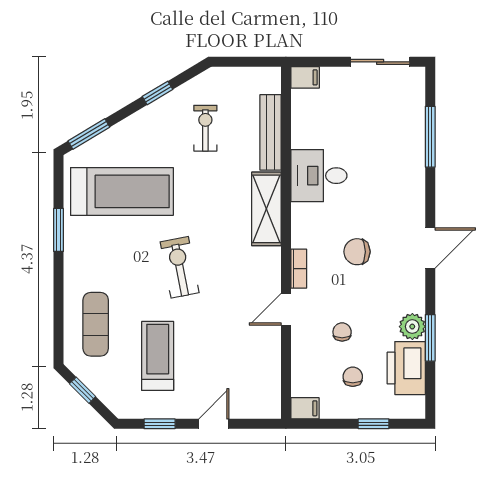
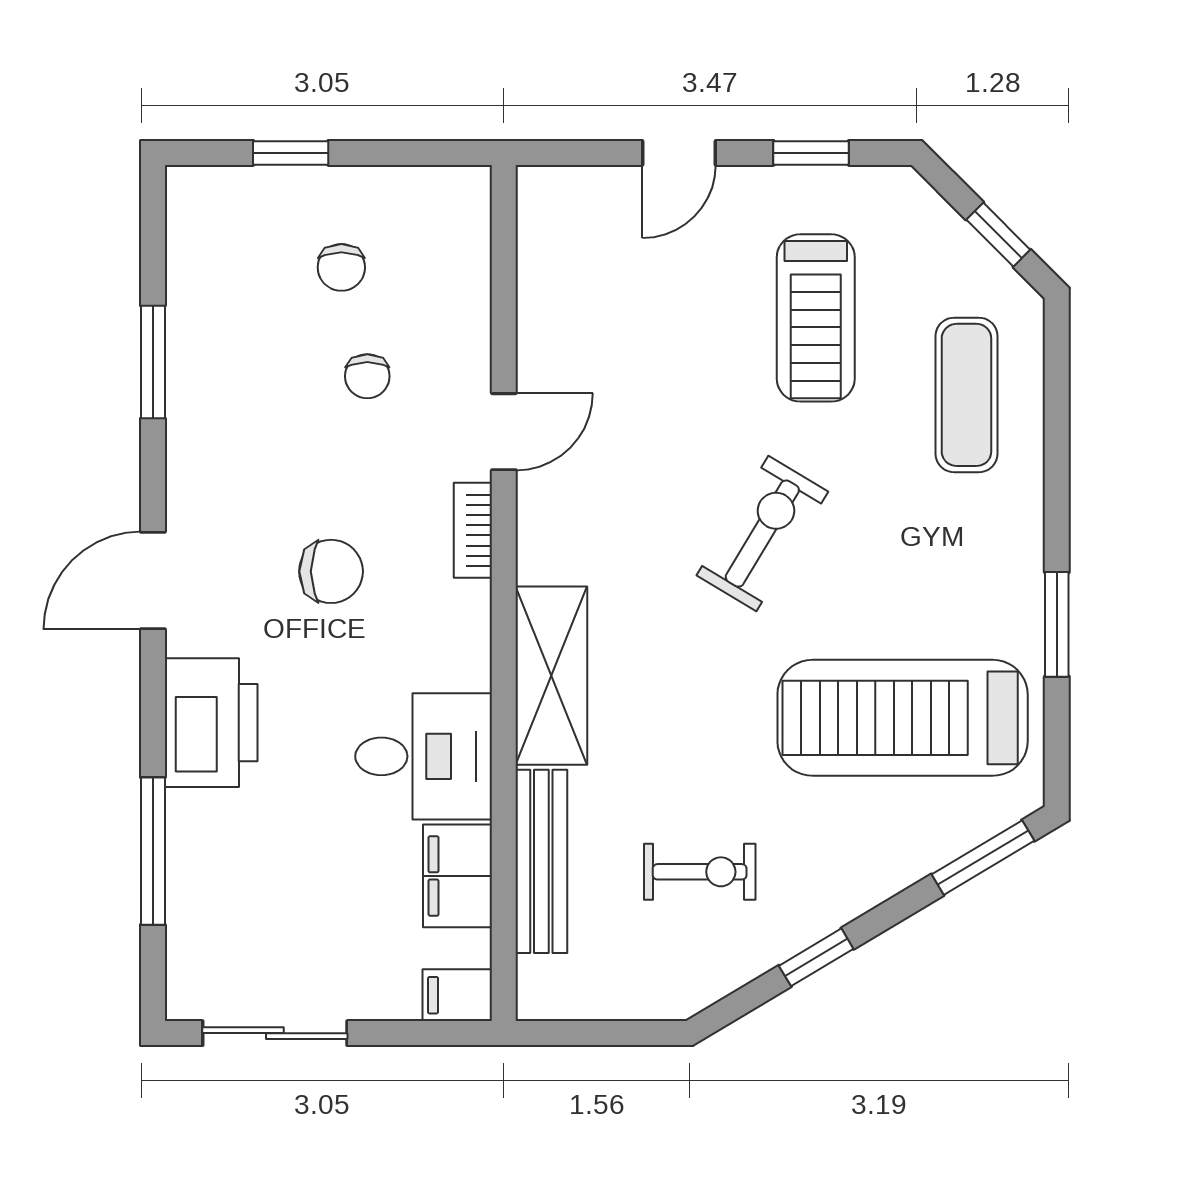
exercise bike: (205, 128) -> (700, 872), turned -90
exercise bike: (180, 267) -> (762, 534), turned -138
plant: (412, 327) -> (197, 389), removed
printer: (406, 368) -> (211, 723), moved
filing cabinet: (305, 408) -> (458, 876), moved, width x2.00

